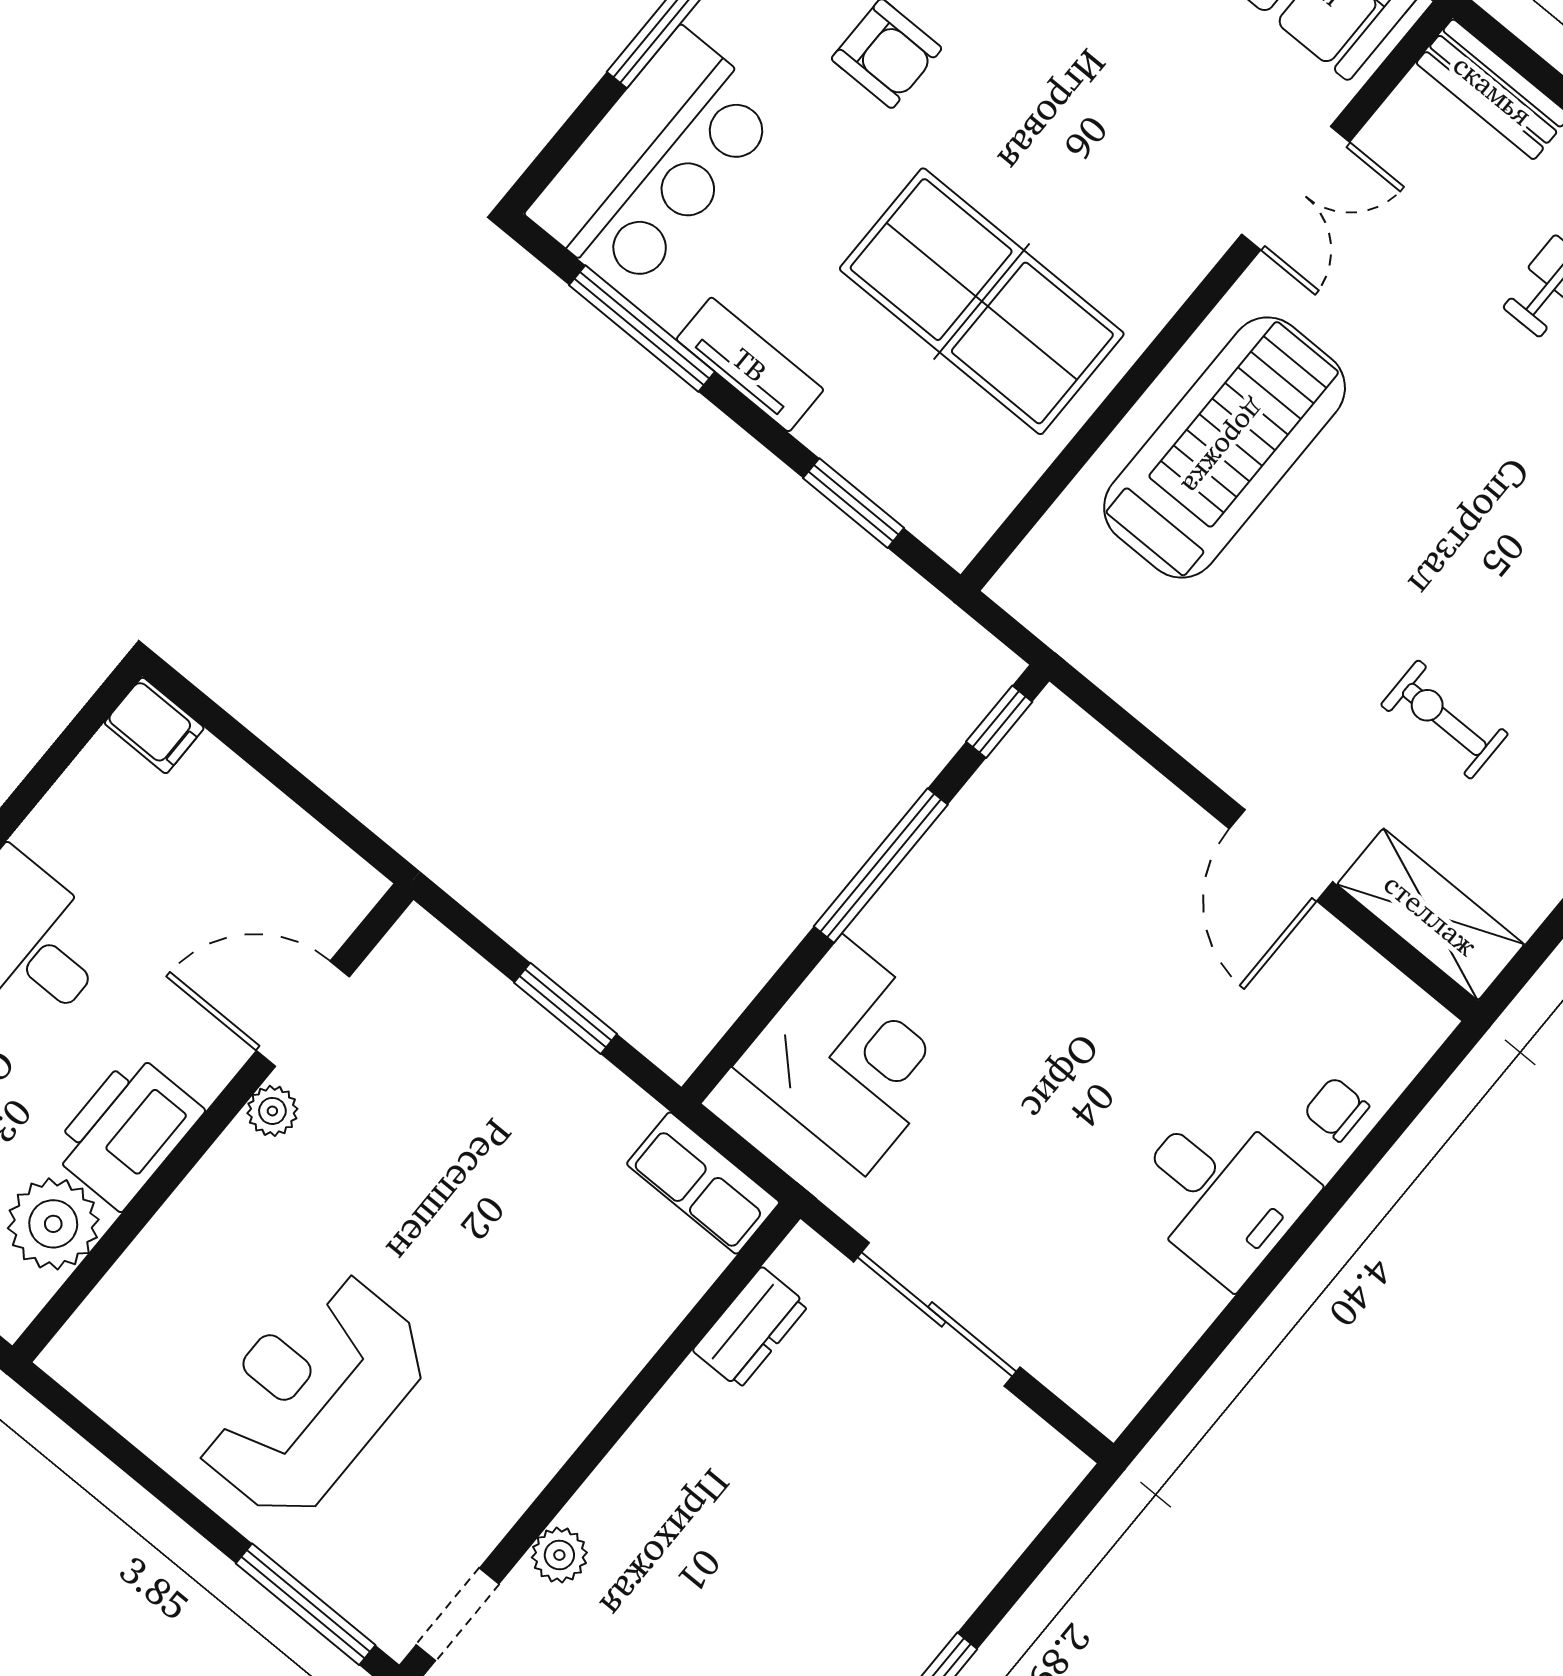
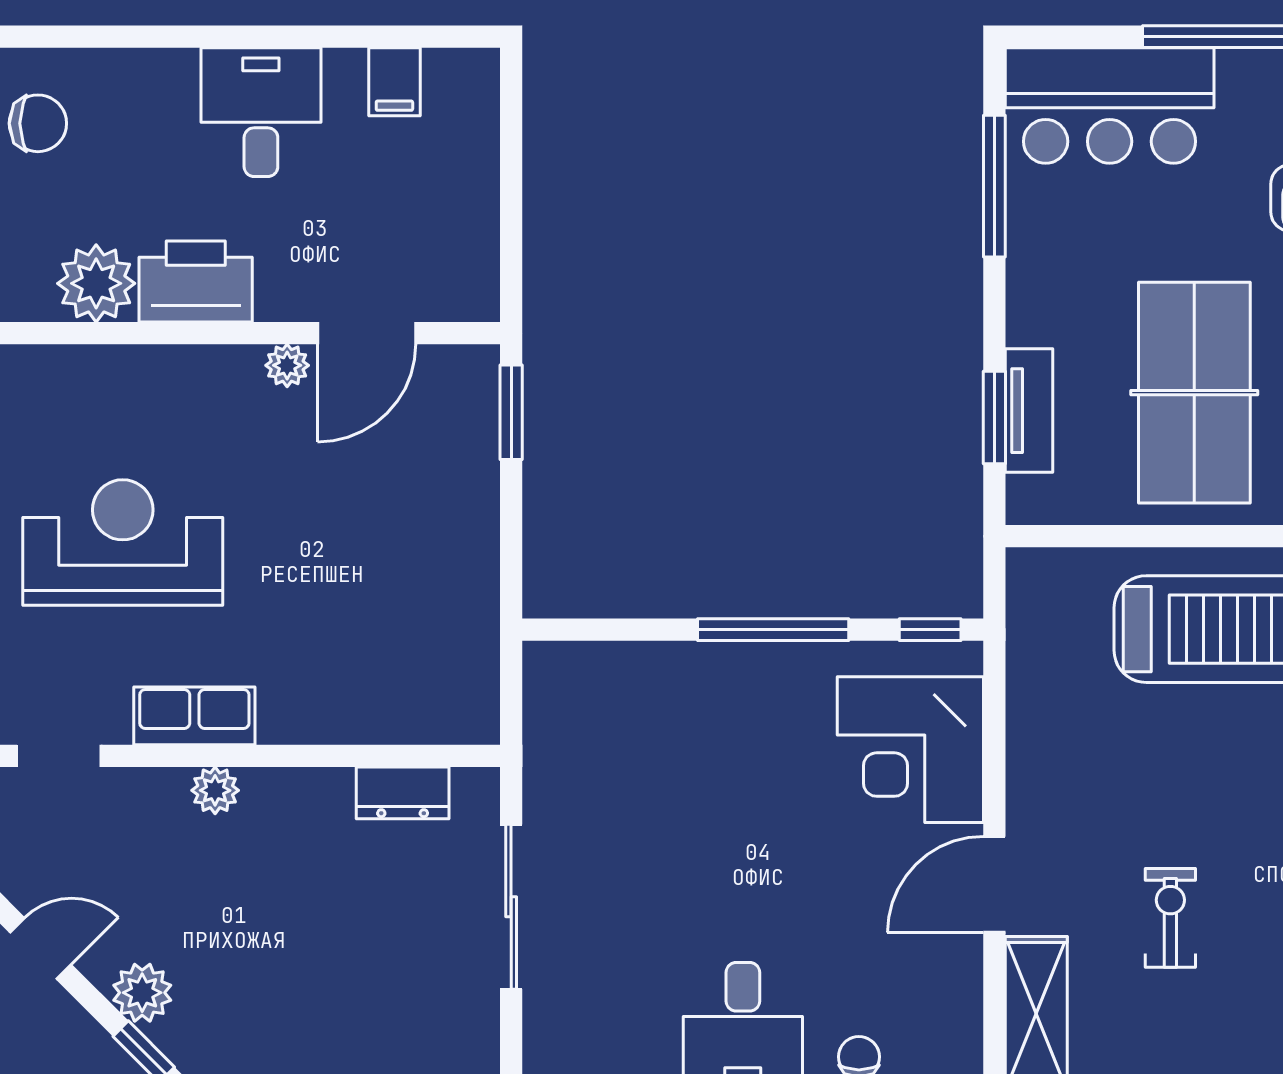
tv unit: (750, 364) -> (1029, 411), moved
filing cabinet: (154, 725) -> (394, 82), moved
window: (566, 1008) -> (511, 412), moved
door: (303, 1014) -> (367, 333), swing flipped
corner desk: (854, 1055) -> (910, 750), moved, turned 90
row of seats: (703, 1183) -> (194, 716), moved, turned 90
plant: (559, 1555) -> (215, 790), moved

